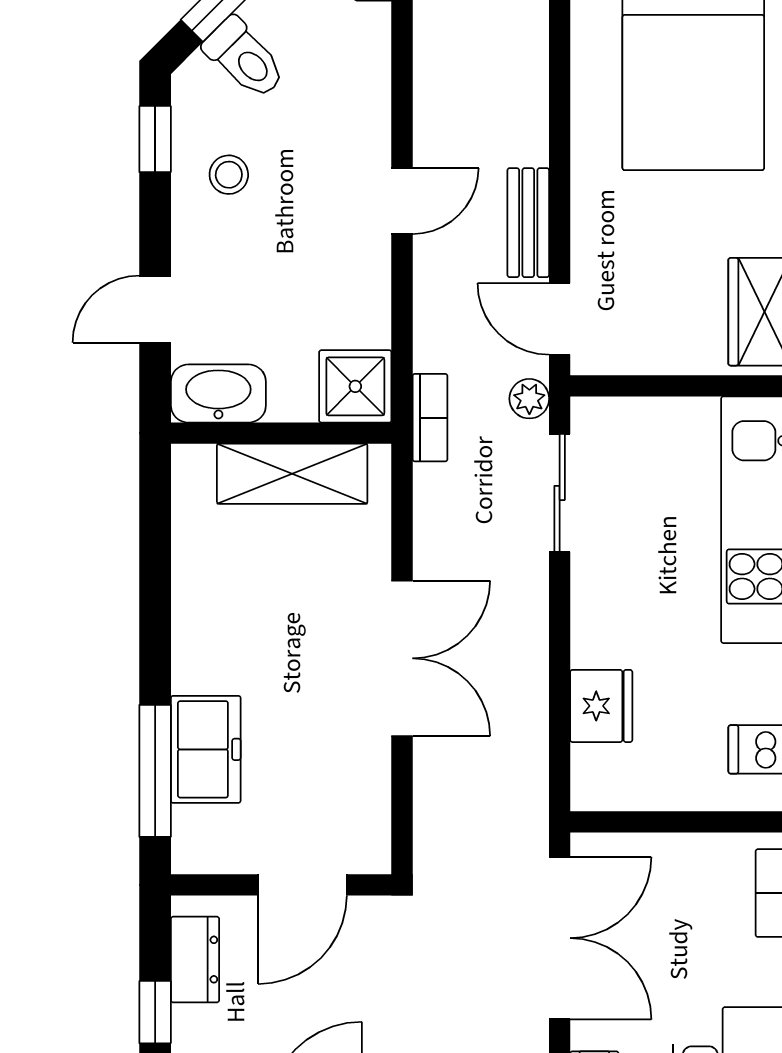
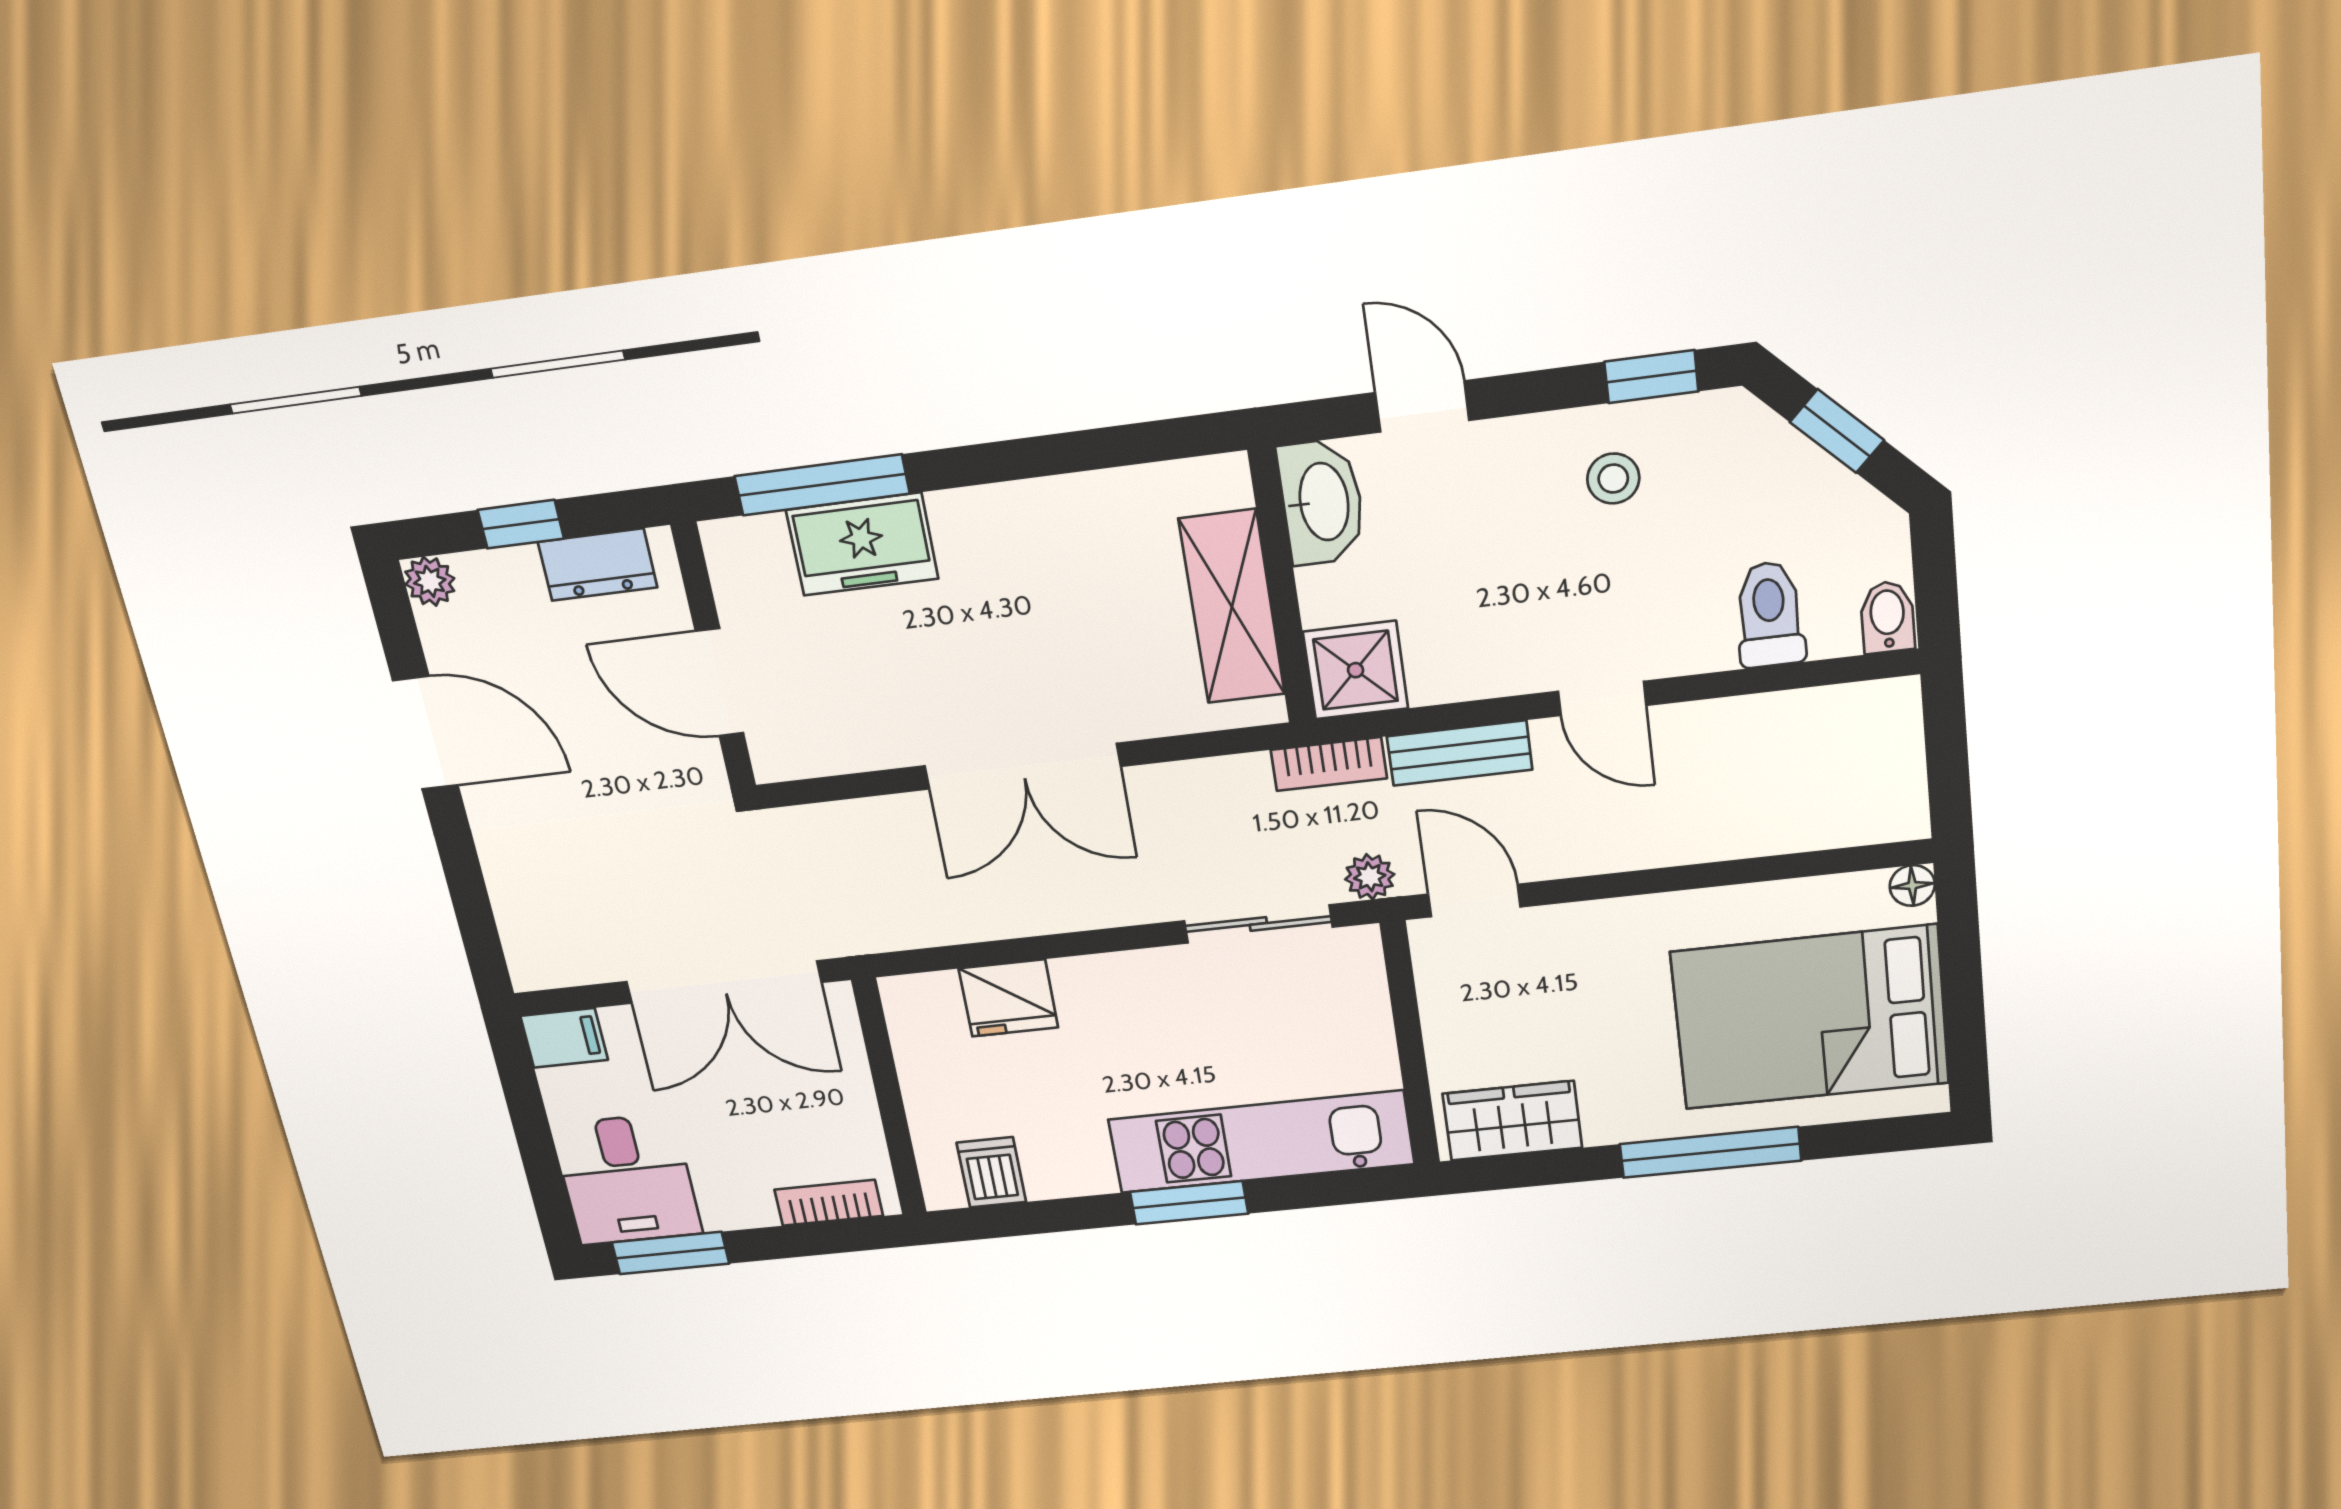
toilet: (245, 58) -> (1770, 614), moved, turned 135
bench: (528, 223) -> (1459, 753), moved
door: (560, 319) -> (1474, 900), hinge flipped

